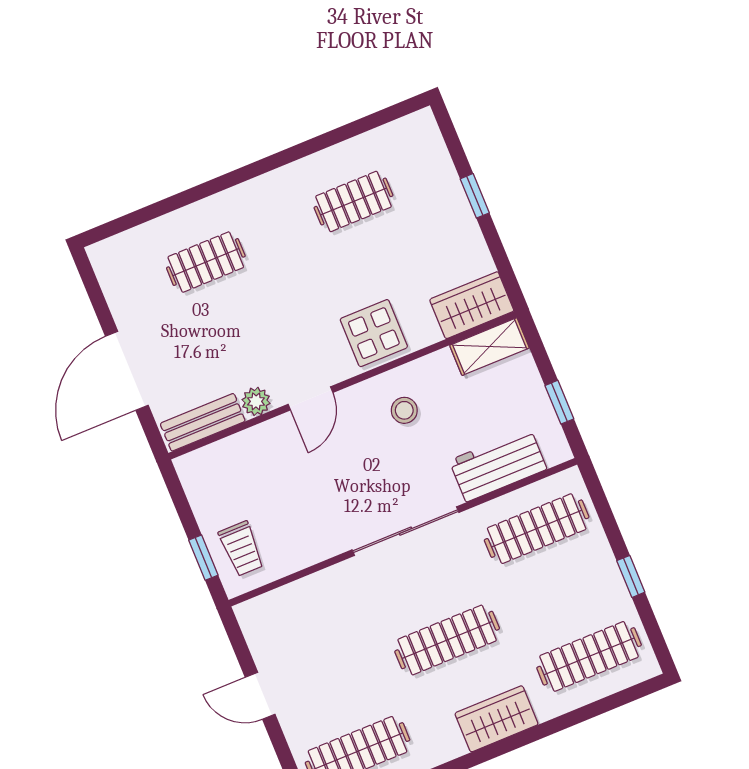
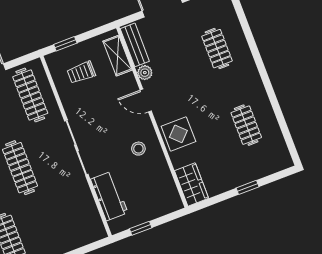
shelving: (490, 347) -> (118, 56), moved
clothes rail: (537, 529) -> (30, 95), moved
trolley: (241, 549) -> (81, 72), moved

